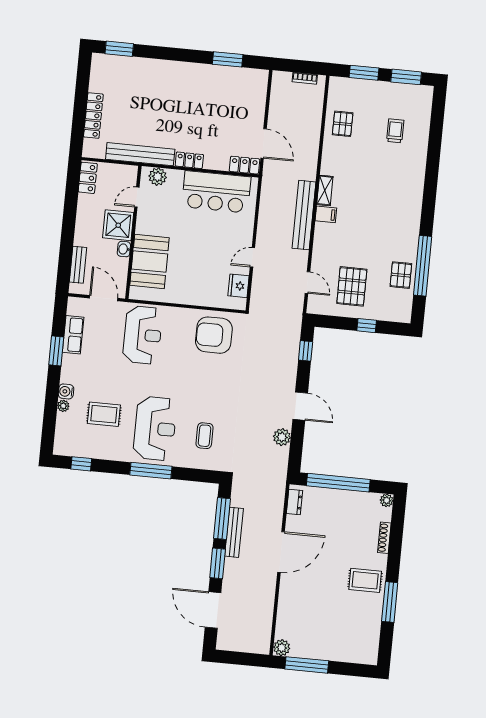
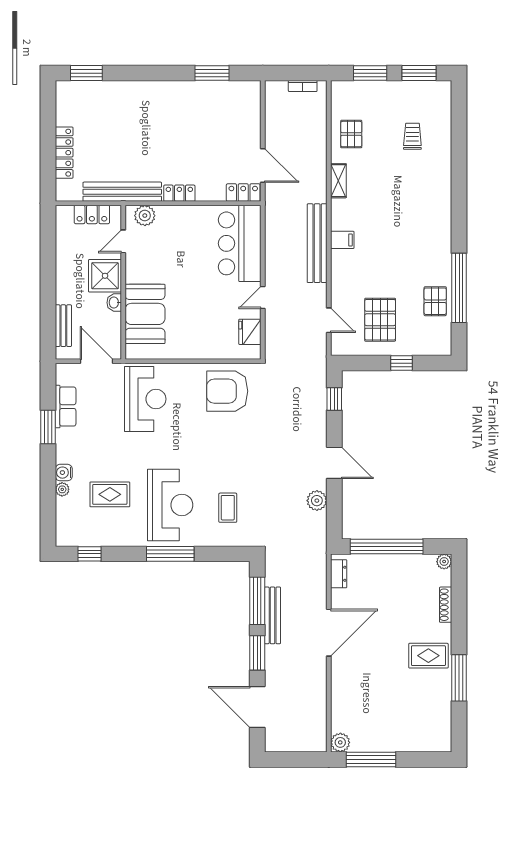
locker: (88, 178) -> (92, 214), moved, turned 90
shelving: (325, 190) -> (338, 181), moved
bar counter: (216, 192) -> (240, 243), moved, turned 90

